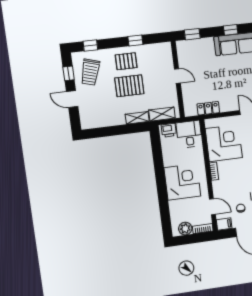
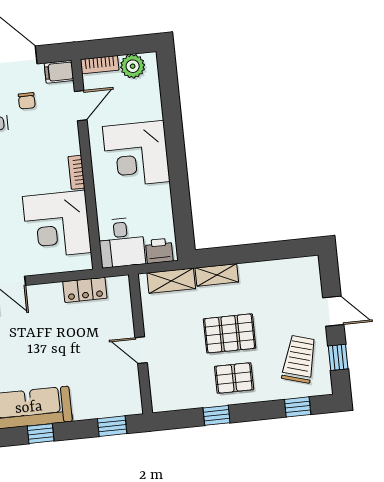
door: (212, 207) -> (81, 106), swing flipped

